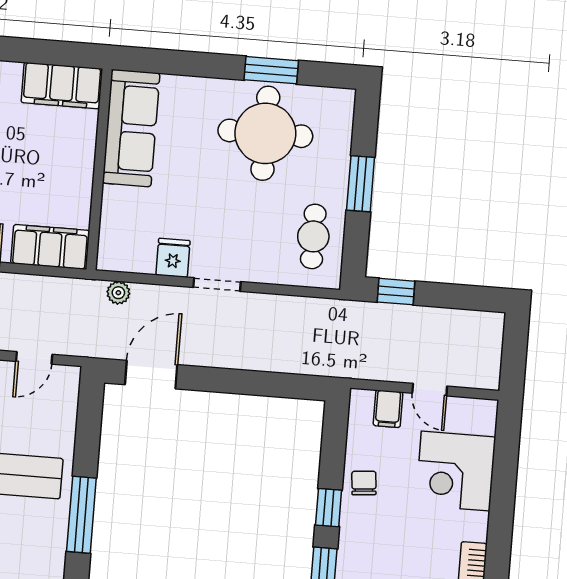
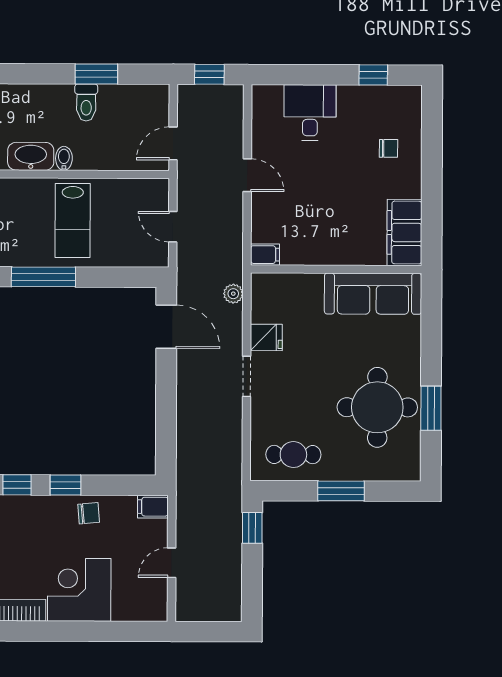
filing cabinet: (50, 247) -> (265, 255), width x0.33, depth x0.86
filing cabinet: (388, 409) -> (153, 507), moved
corner desk: (456, 471) -> (79, 590), moved

